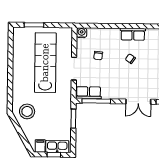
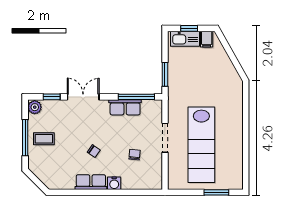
water cooler: (82, 33) -> (114, 183), moved
row of seats: (89, 93) -> (125, 107), moved
stool: (27, 111) -> (224, 83), removed

